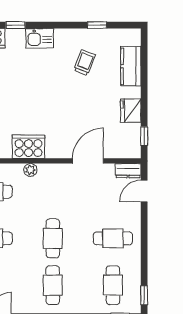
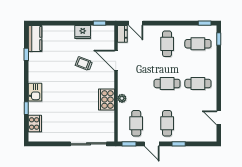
trolley: (85, 63) -> (84, 64), moved
kitchen counter: (131, 66) -> (35, 38), moved, turned -90

